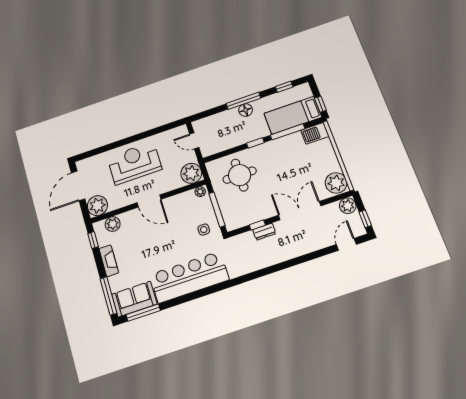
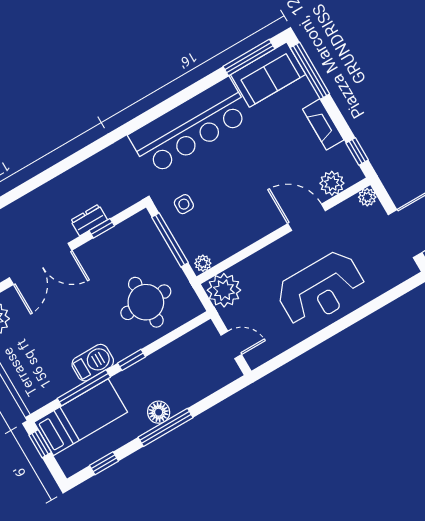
barbecue: (315, 133) -> (93, 363), moved
door: (149, 201) -> (307, 217), moved
plant: (97, 206) -> (367, 197), width x0.53, depth x0.53

